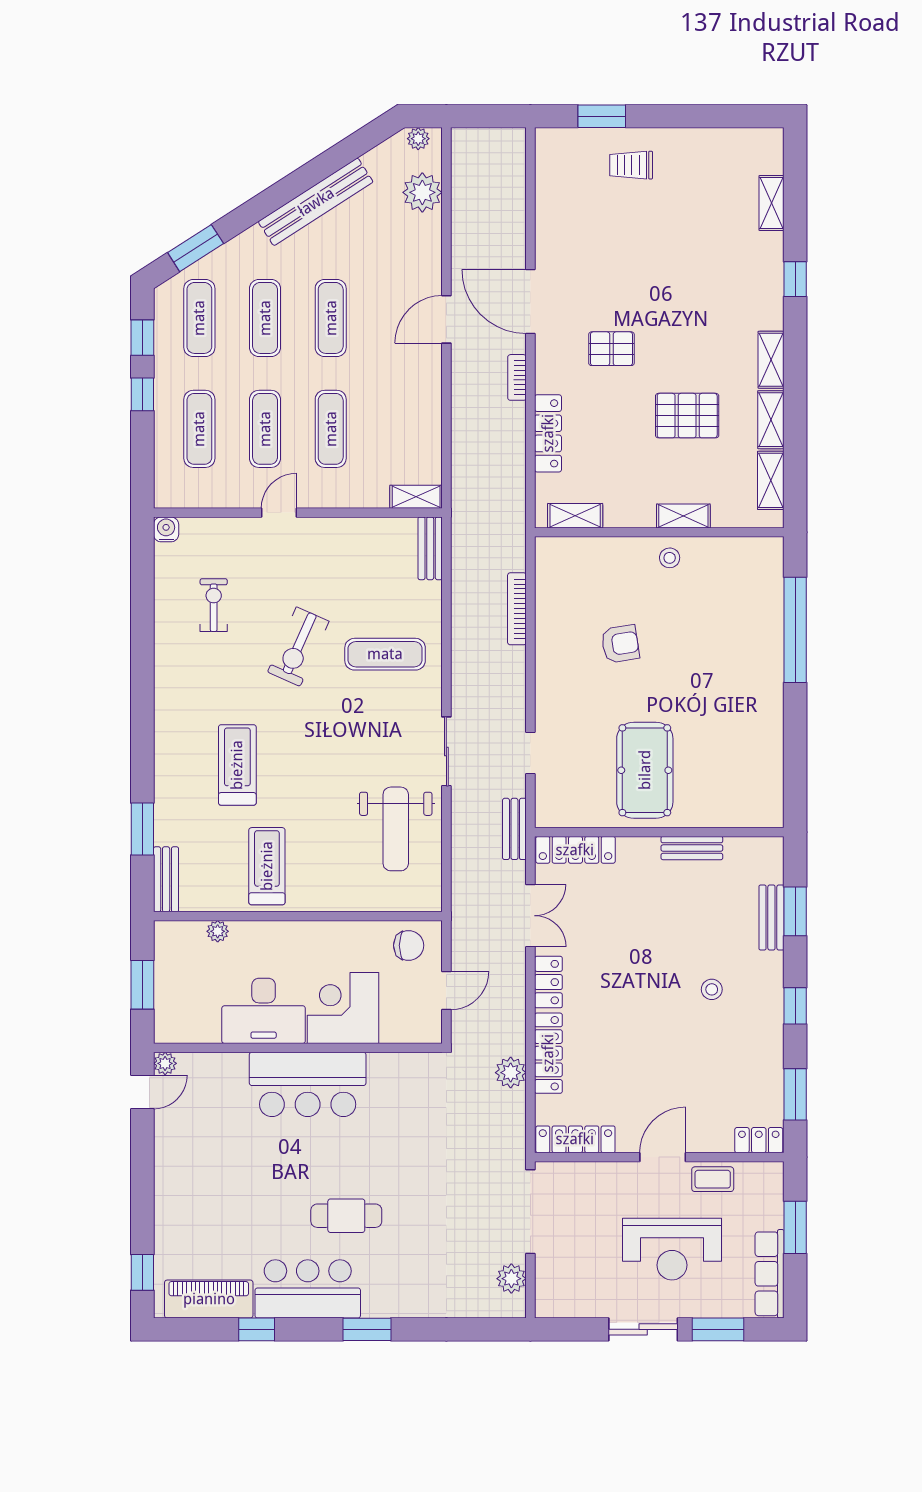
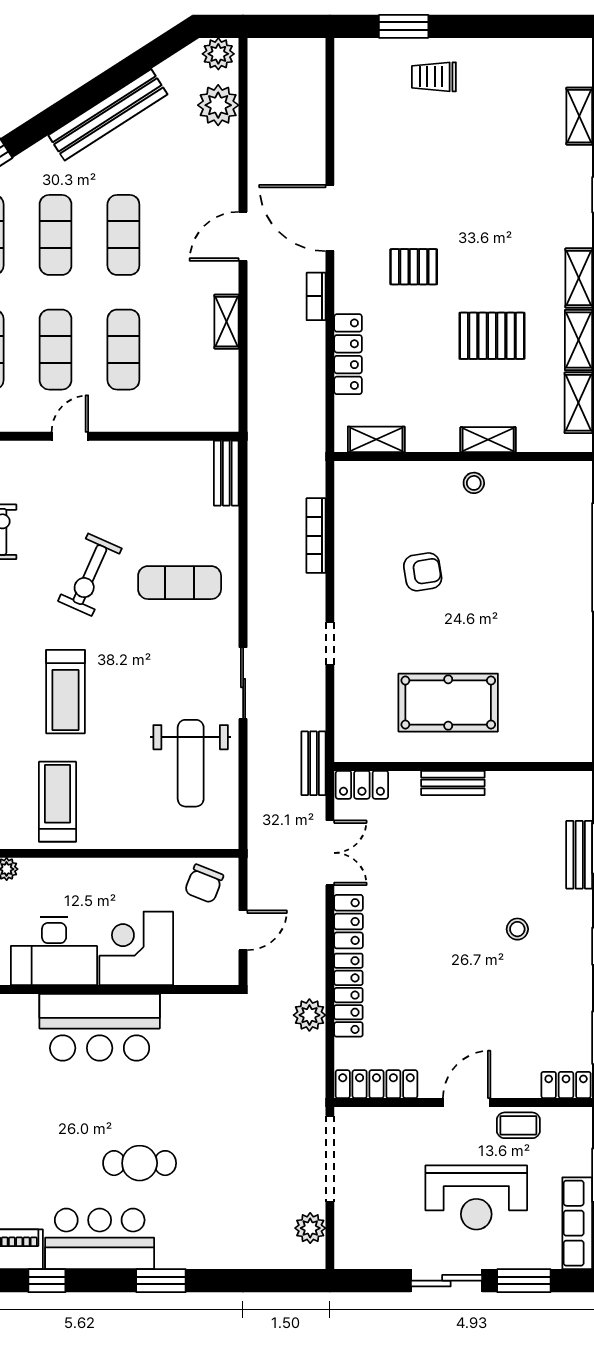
plant: (418, 139) -> (218, 54), width x1.38, depth x1.38
shelving: (416, 497) -> (227, 322), moved, turned 90
doorway: (530, 753) -> (330, 643), moved
treadmill: (237, 765) -> (65, 692), moved, turned 180
pool table: (645, 770) -> (448, 703), turned 90
bench: (692, 848) -> (453, 783), moved
locker: (575, 850) -> (362, 785), width x0.66
chair: (409, 945) -> (204, 884), turned 112

